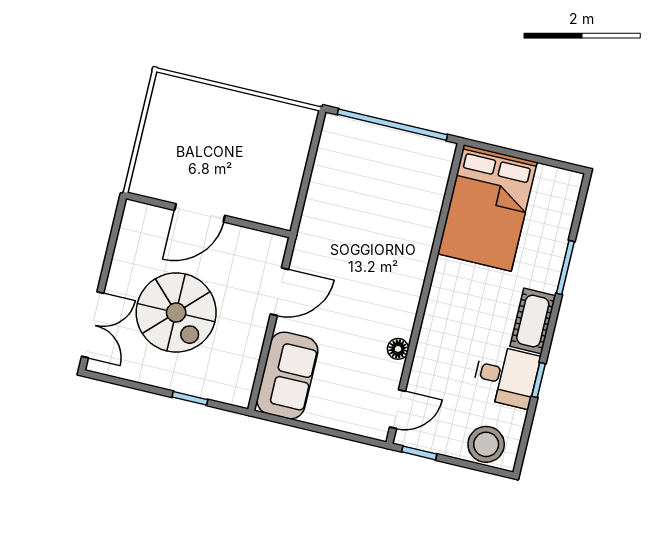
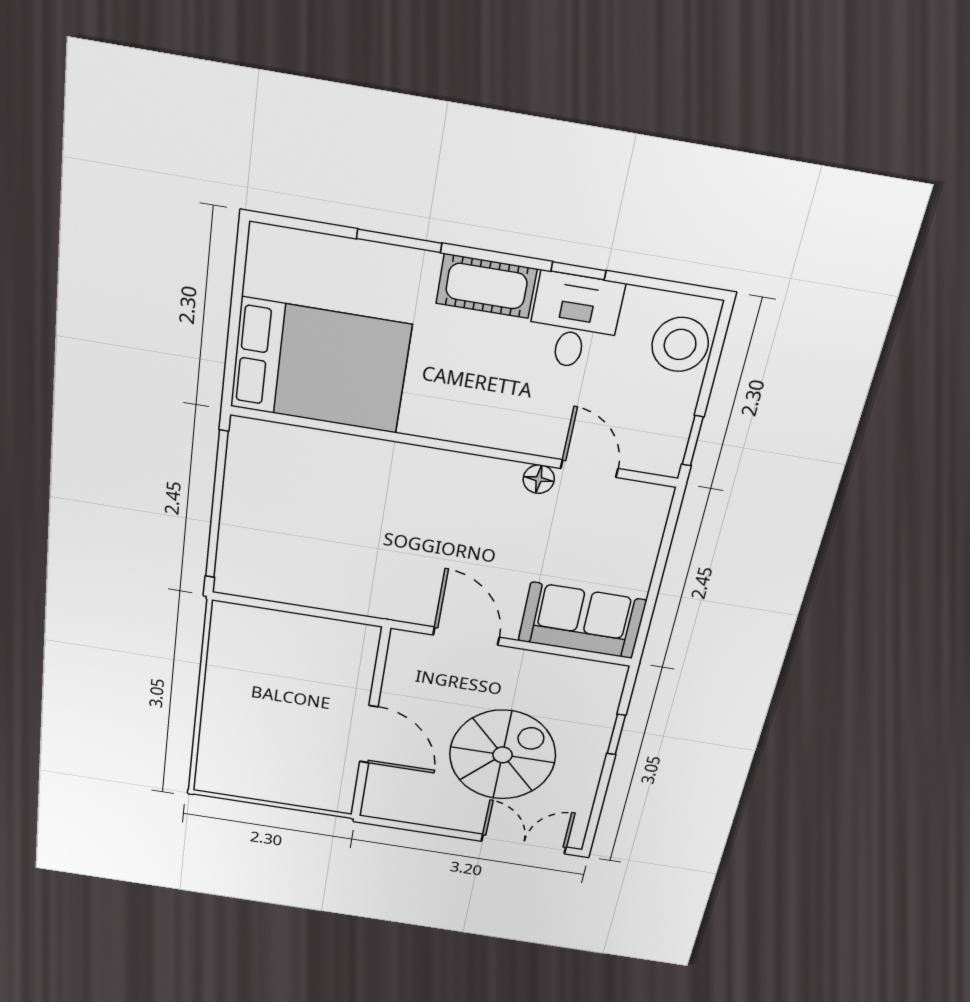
door: (397, 409) -> (589, 469), moved

